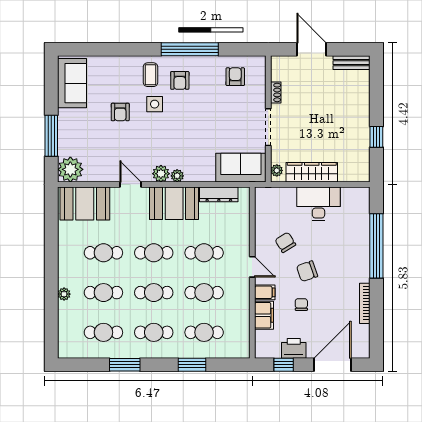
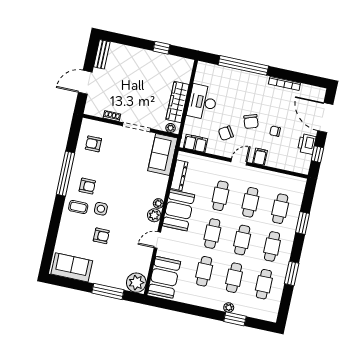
window: (51, 305) -> (235, 319), added
filing cabinet: (264, 315) -> (195, 143), moved

